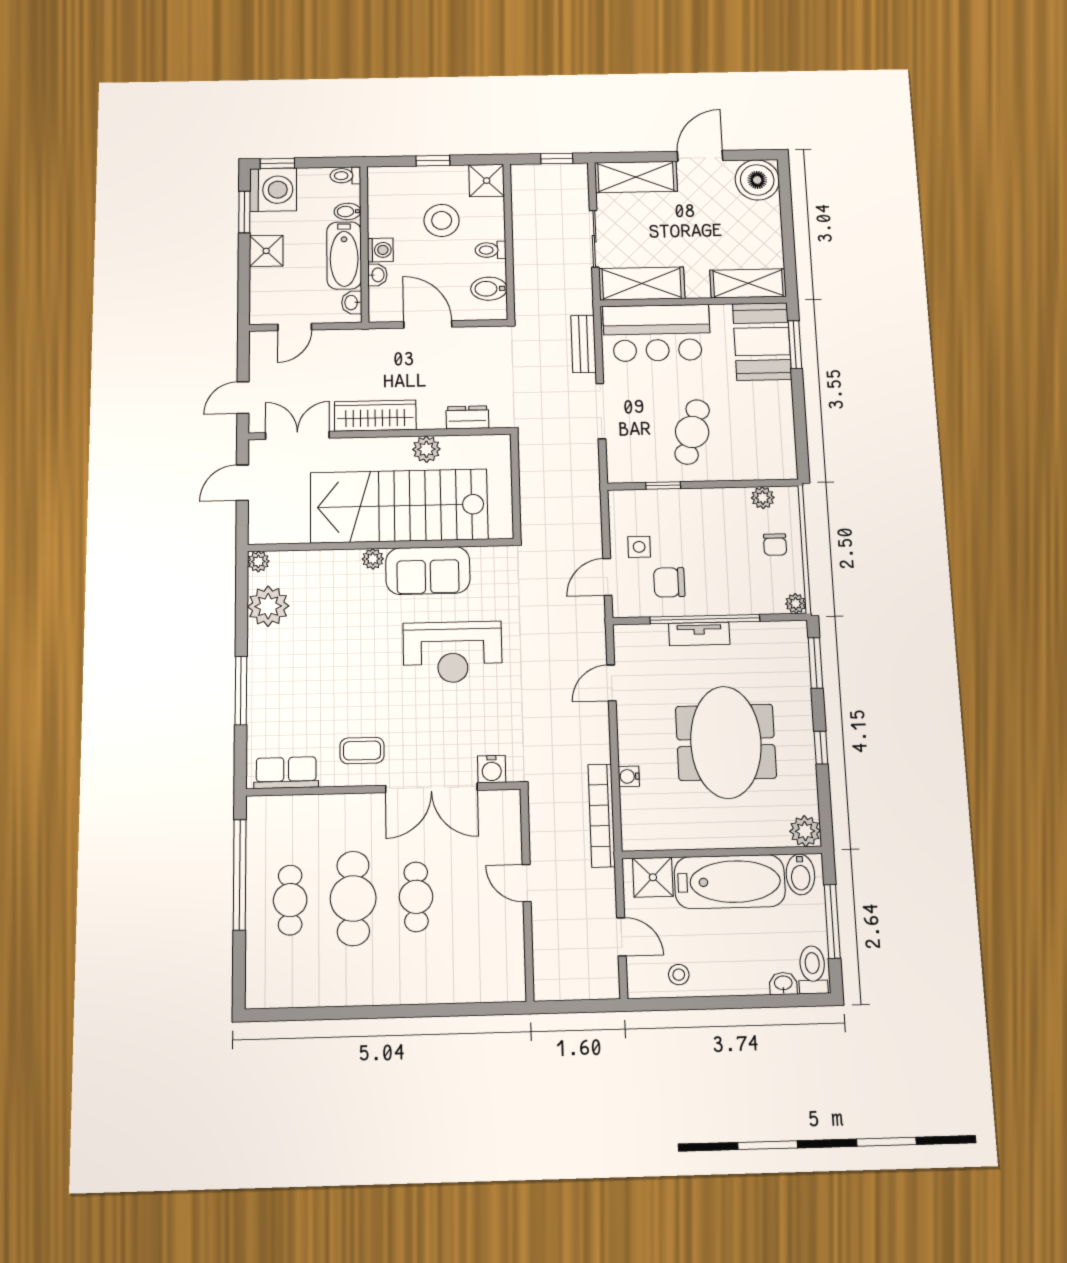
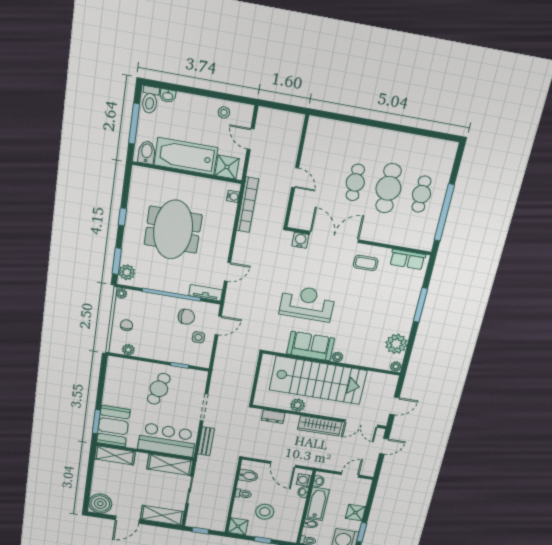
washing machine: (380, 250) -> (304, 480), moved
tv unit: (699, 634) -> (206, 293), moved
water cooler: (629, 776) -> (233, 196), moved
plant: (805, 831) -> (127, 272), moved

